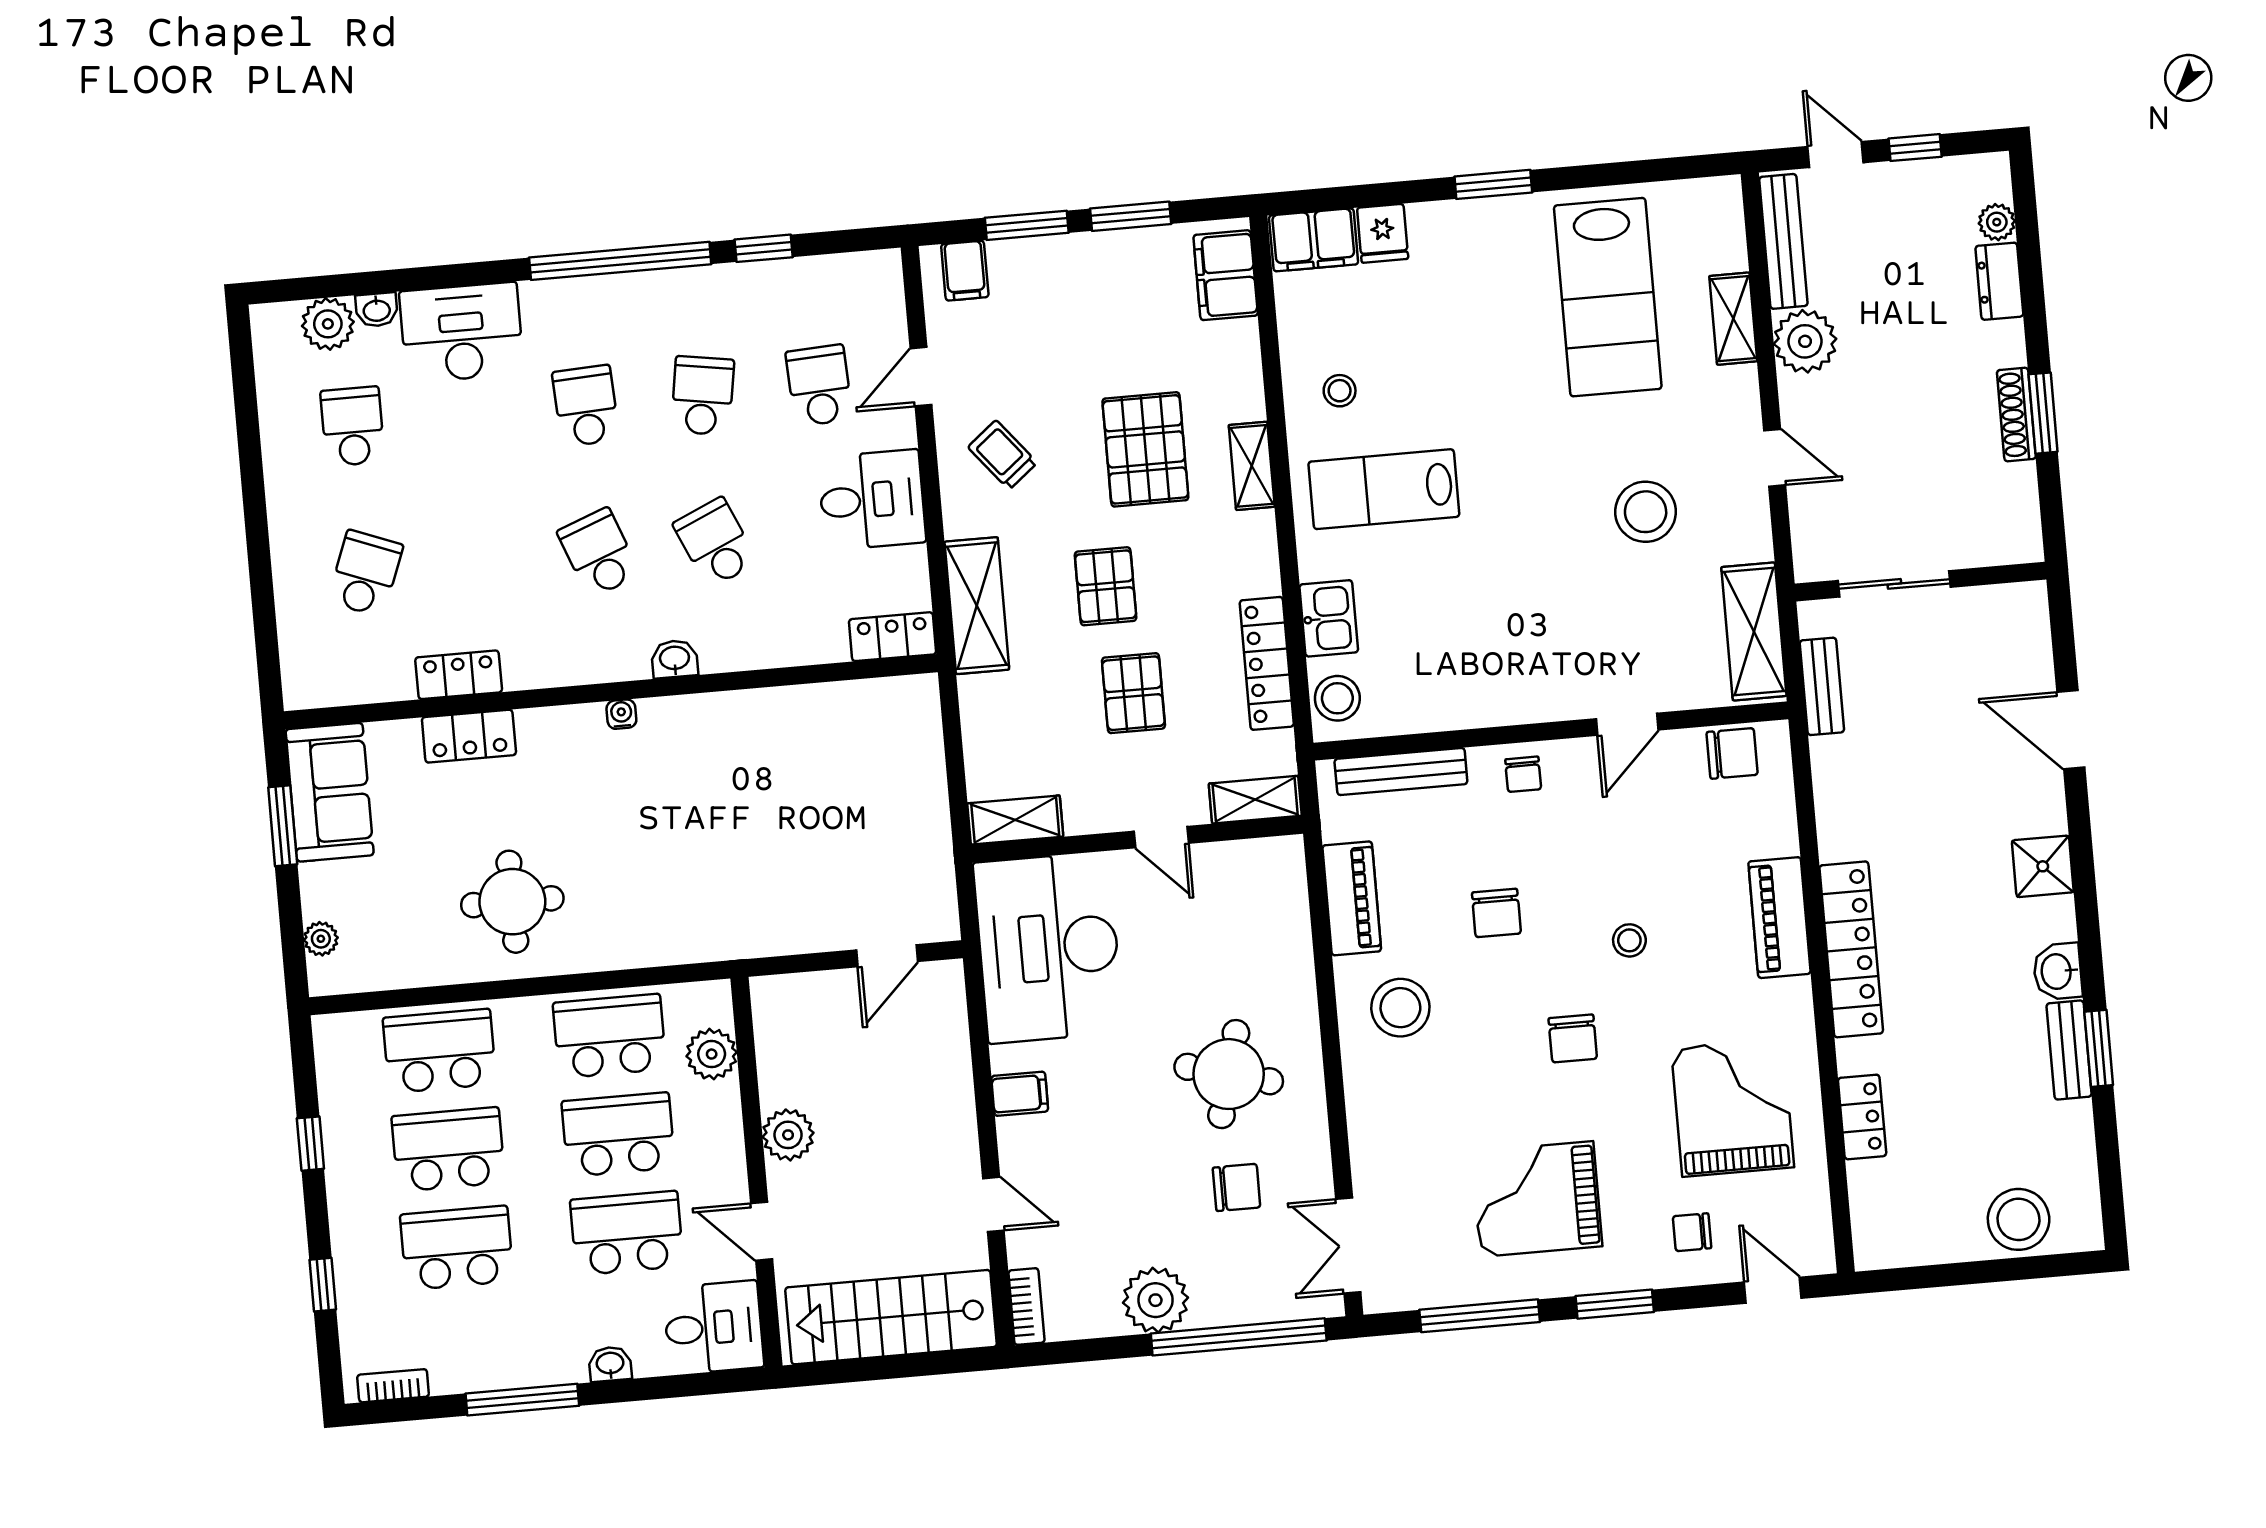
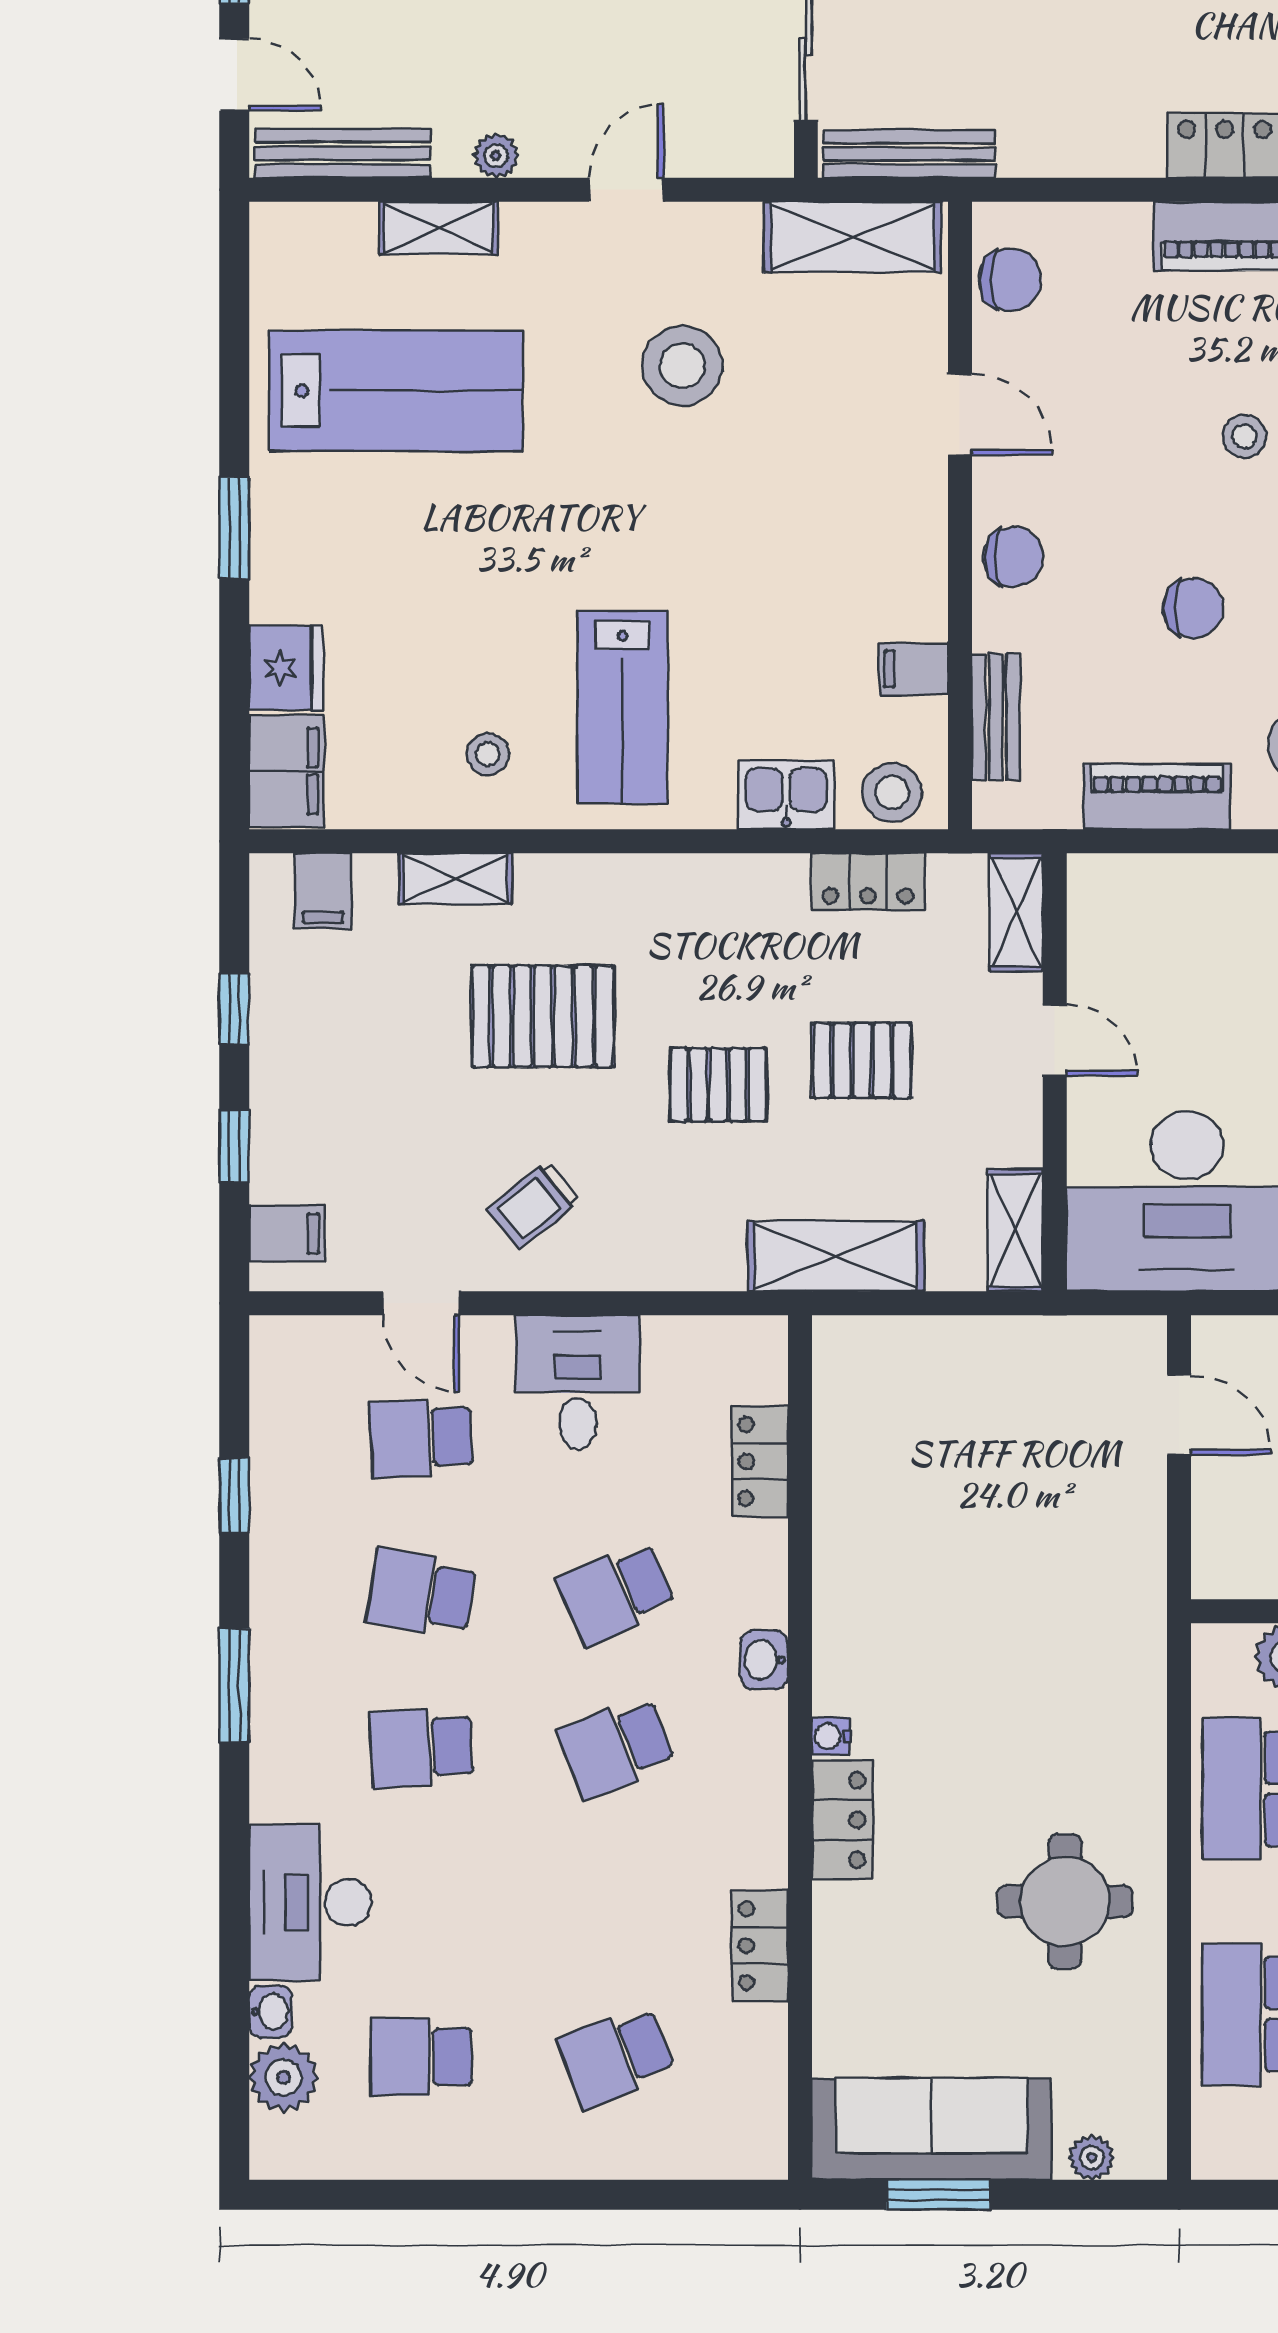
door: (1835, 155) -> (234, 75), swing flipped
window: (1131, 216) -> (234, 1009), width x0.67
window: (1027, 225) -> (234, 1147), width x0.67
fridge: (1383, 233) -> (286, 668), width x1.38
window: (620, 261) -> (234, 1686), width x0.47
filing cabinet: (1226, 275) -> (323, 891), width x0.50
plant: (1805, 341) -> (496, 156), width x0.53, depth x0.53
shelving: (1252, 466) -> (455, 879), moved
school desk: (365, 573) -> (616, 2057), turned -42
shelving: (977, 606) -> (836, 1256), moved
locker: (893, 637) -> (760, 1462), moved
locker: (1267, 663) -> (868, 882), width x0.66
bench: (1822, 686) -> (909, 154), width x1.36
filing cabinet: (1432, 706) -> (914, 669), added
locker: (469, 736) -> (842, 1820), moved
chair: (1732, 753) -> (1010, 280), turned 90
bench: (1401, 771) -> (996, 717), width x0.73
chair: (1523, 774) -> (1014, 557), width x1.37, depth x1.37
sofa: (330, 792) -> (932, 2129), width x1.36
door: (1161, 837) -> (1055, 1040), hinge flipped

